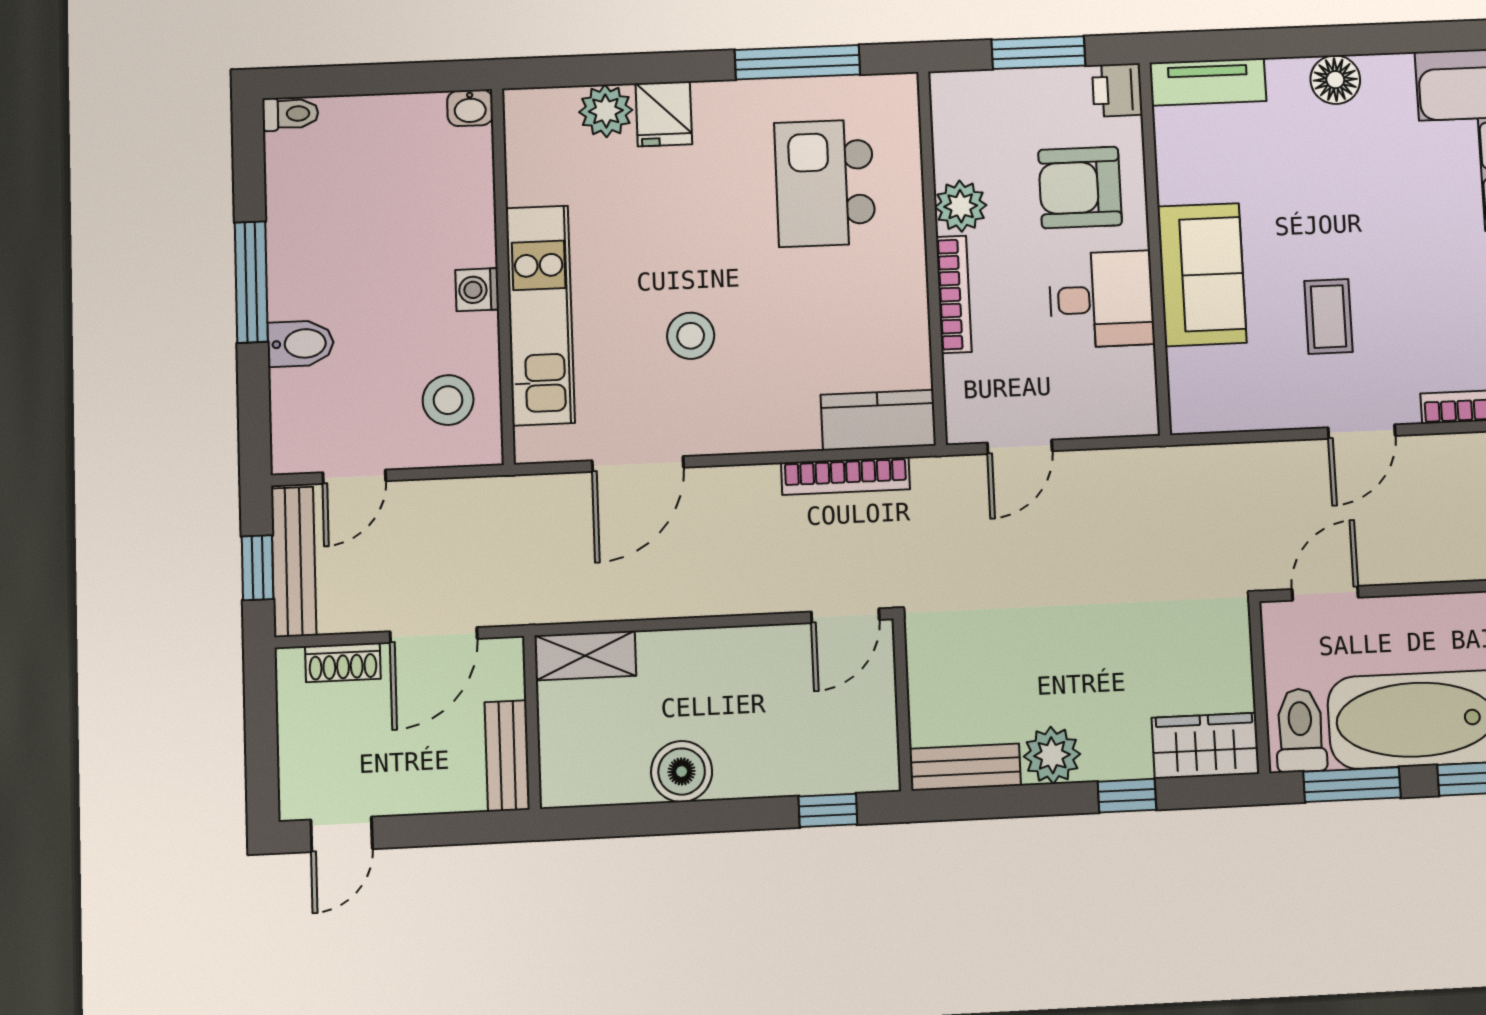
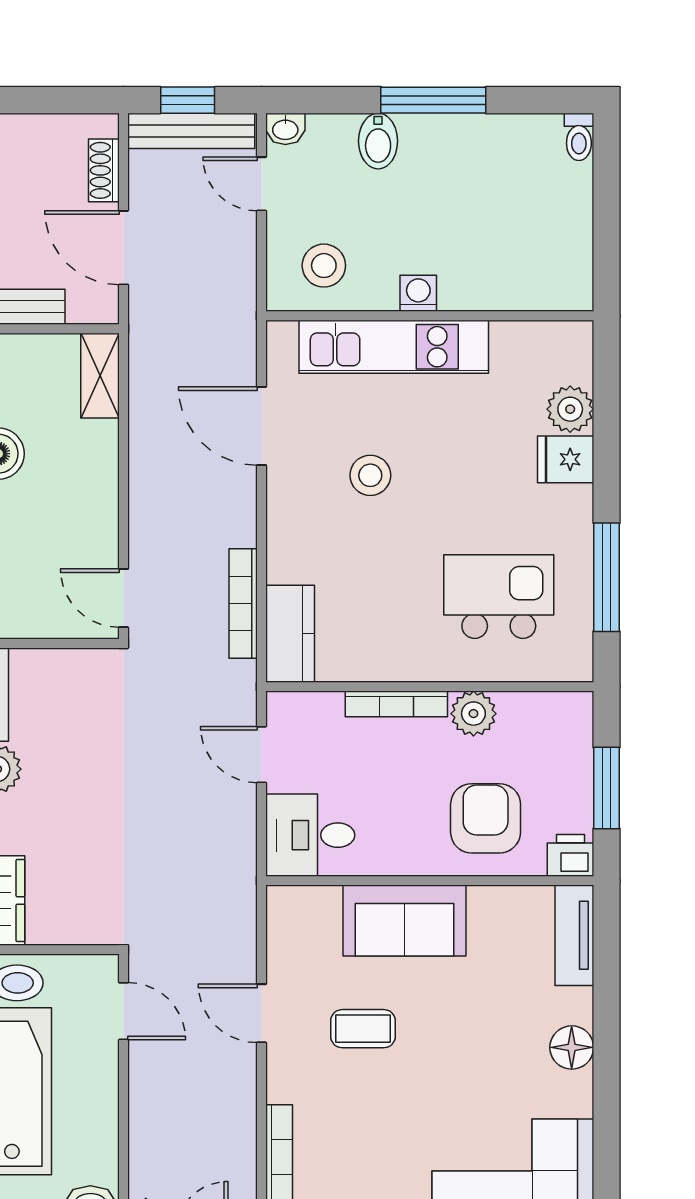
washbasin: (470, 108) -> (285, 129), moved, turned -90
desk: (1102, 299) -> (310, 835), moved, turned 90
door: (1362, 432) -> (261, 1013), moved

